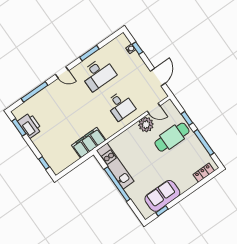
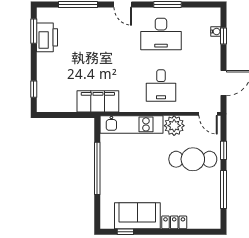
door: (153, 108) -> (208, 114), moved
kitchen unit: (115, 166) -> (131, 124), moved, turned 90
locker: (204, 173) -> (174, 222), moved

